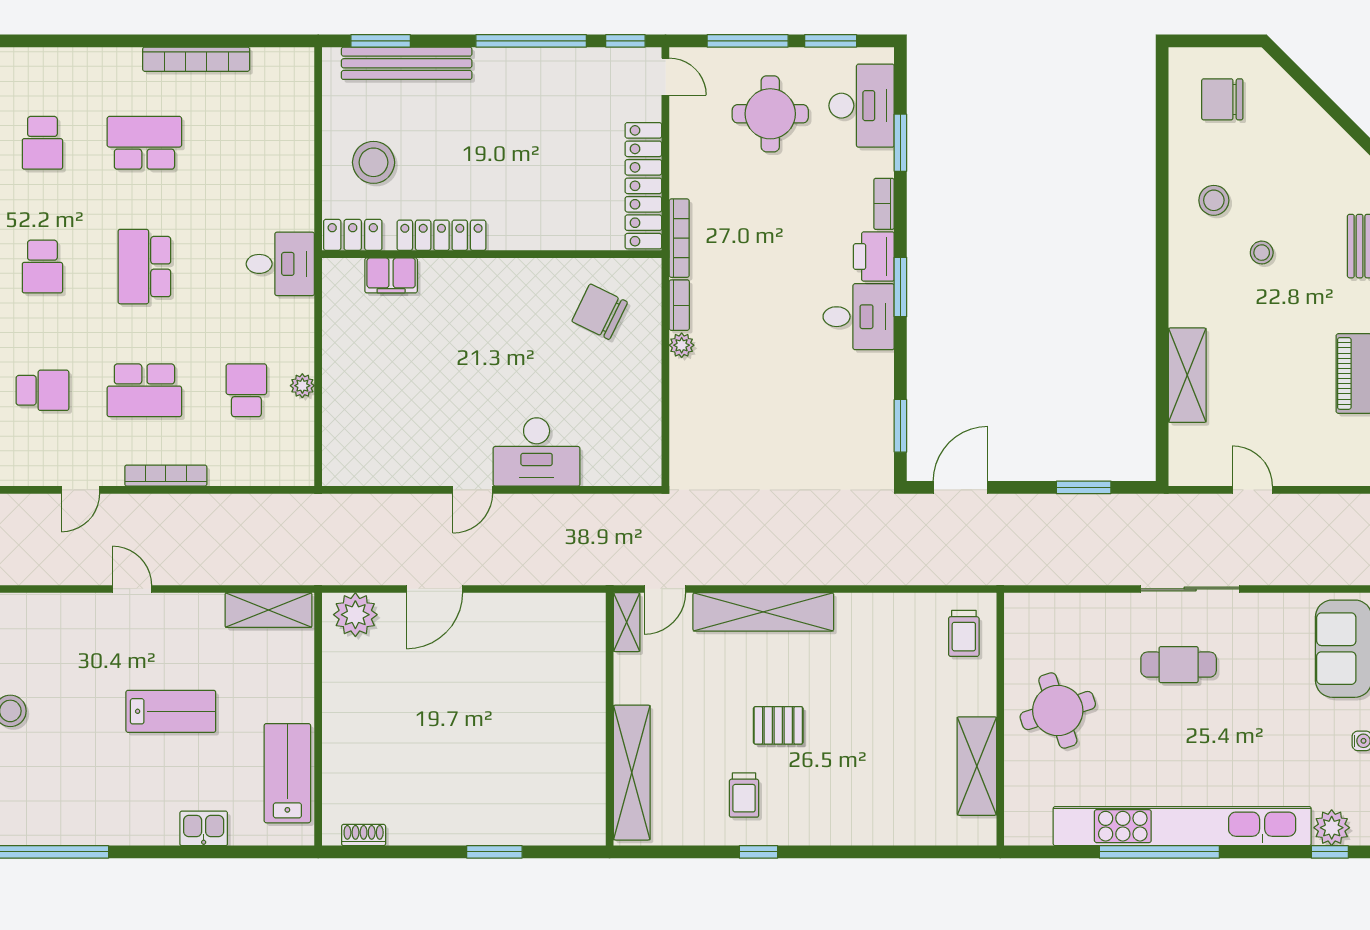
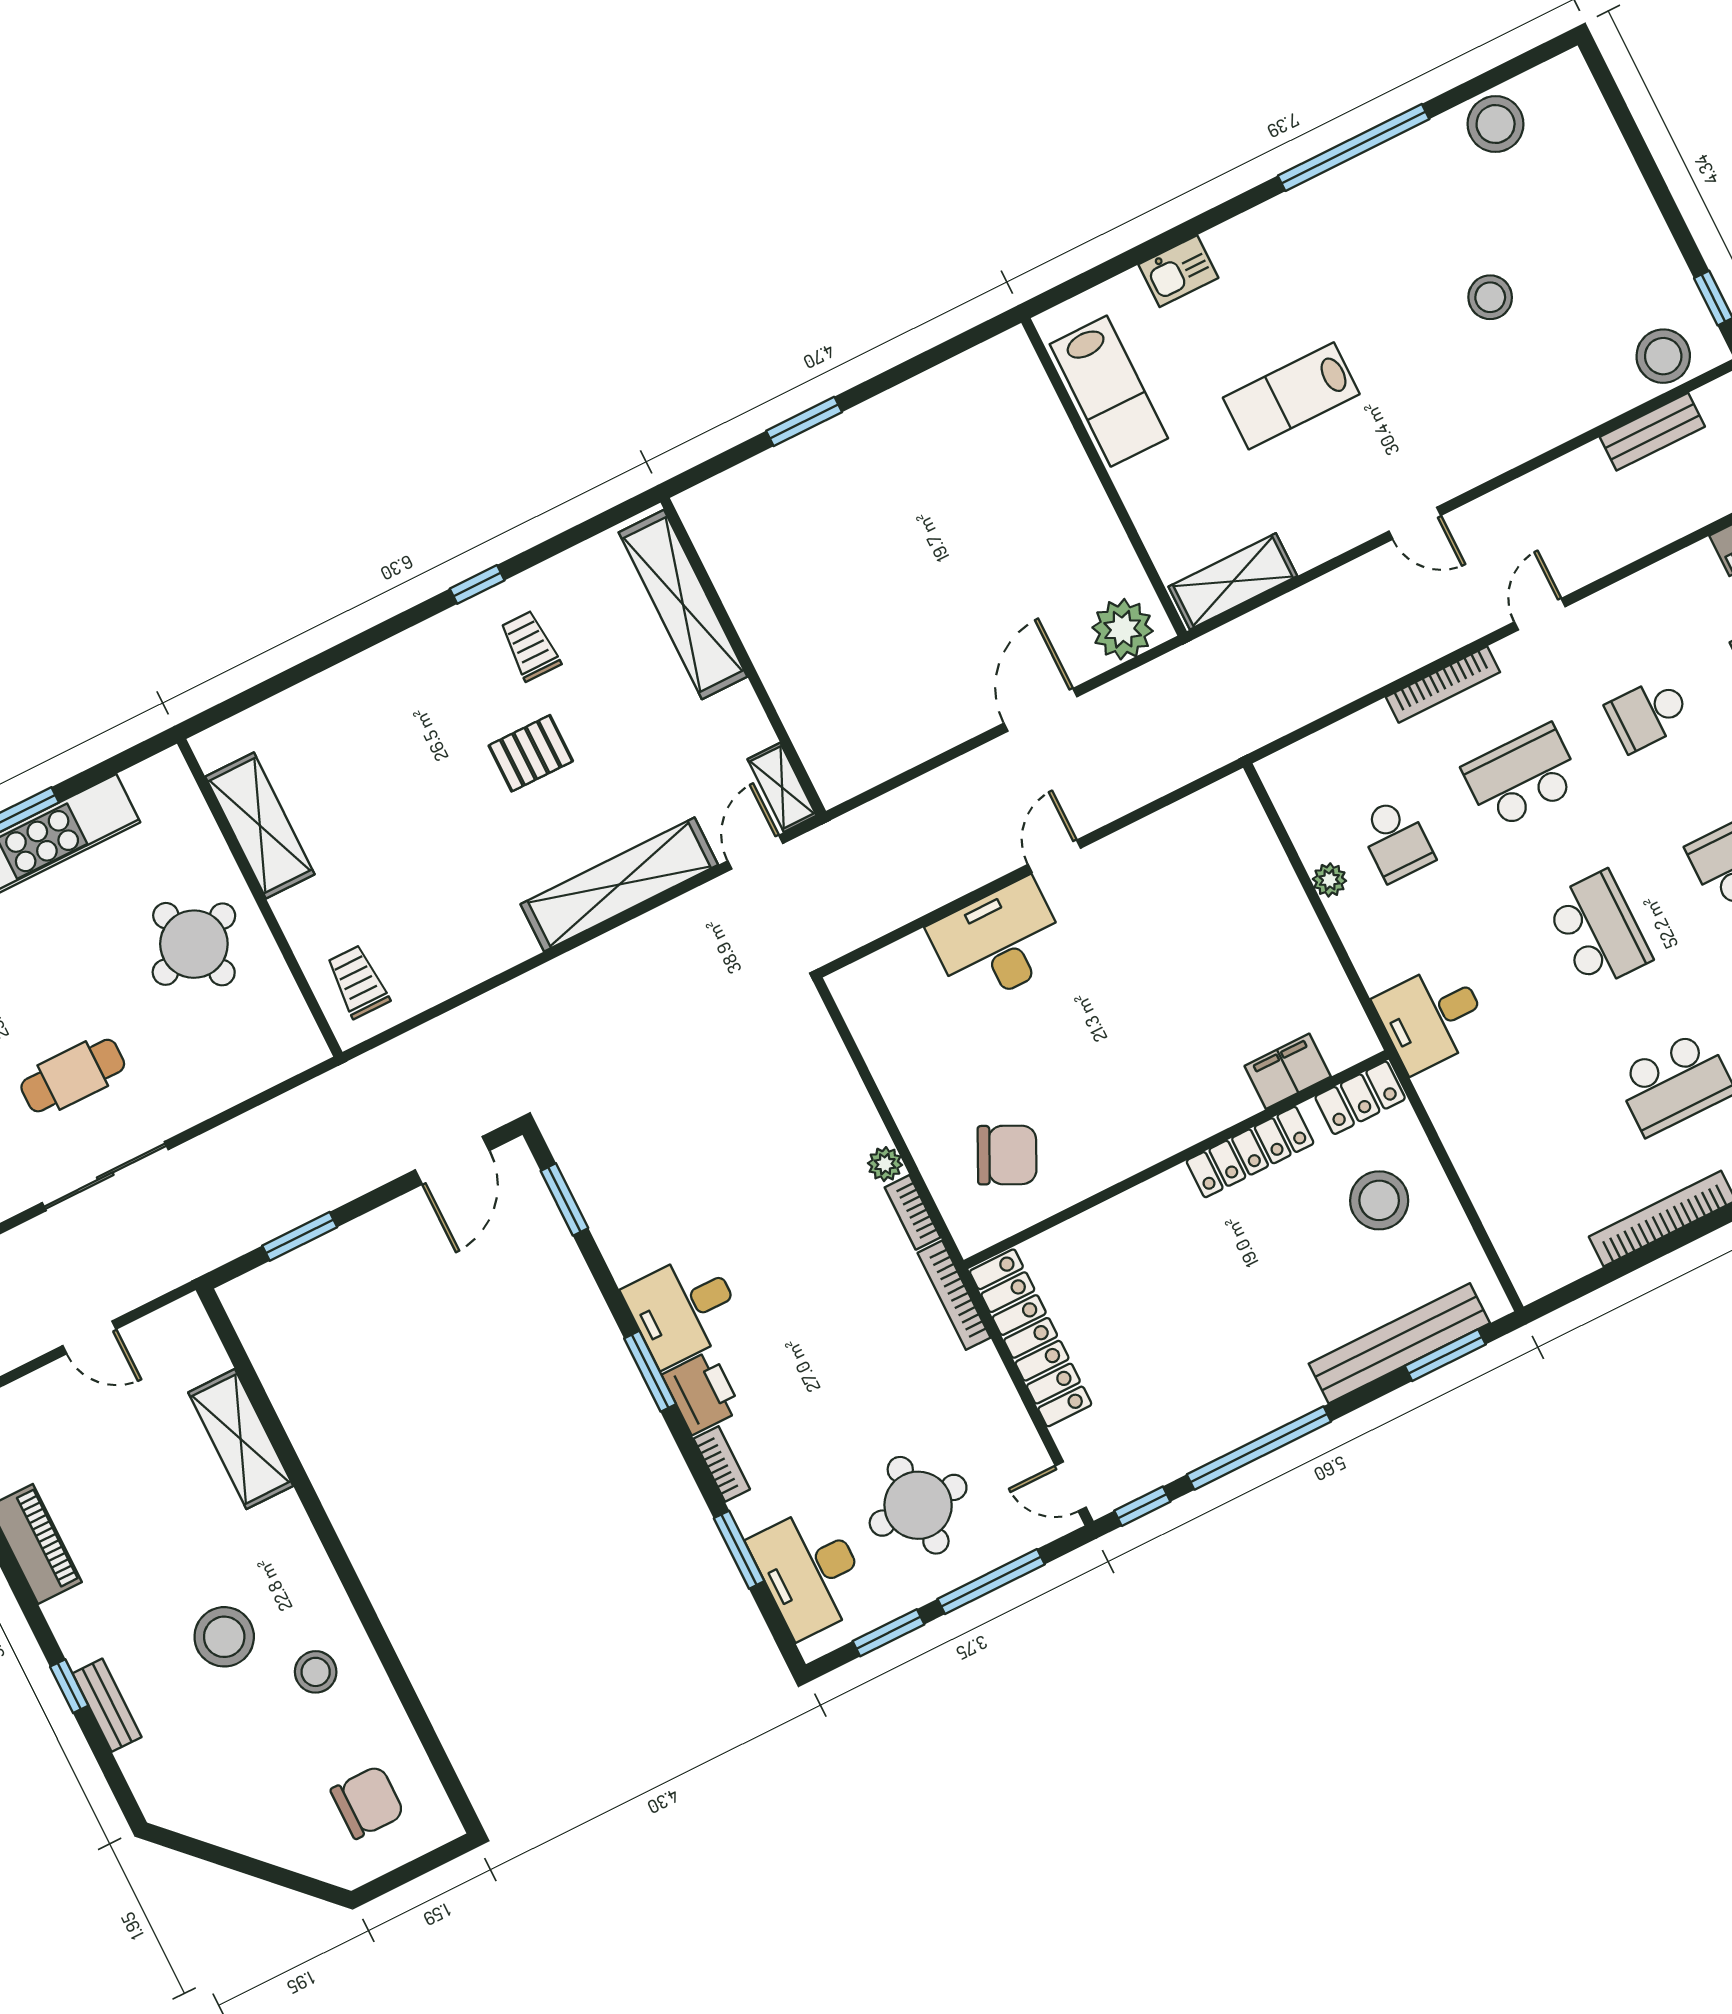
stool: (1262, 253) -> (224, 1637), width x1.89, depth x1.89
shoe rack: (364, 835) -> (976, 362), removed

